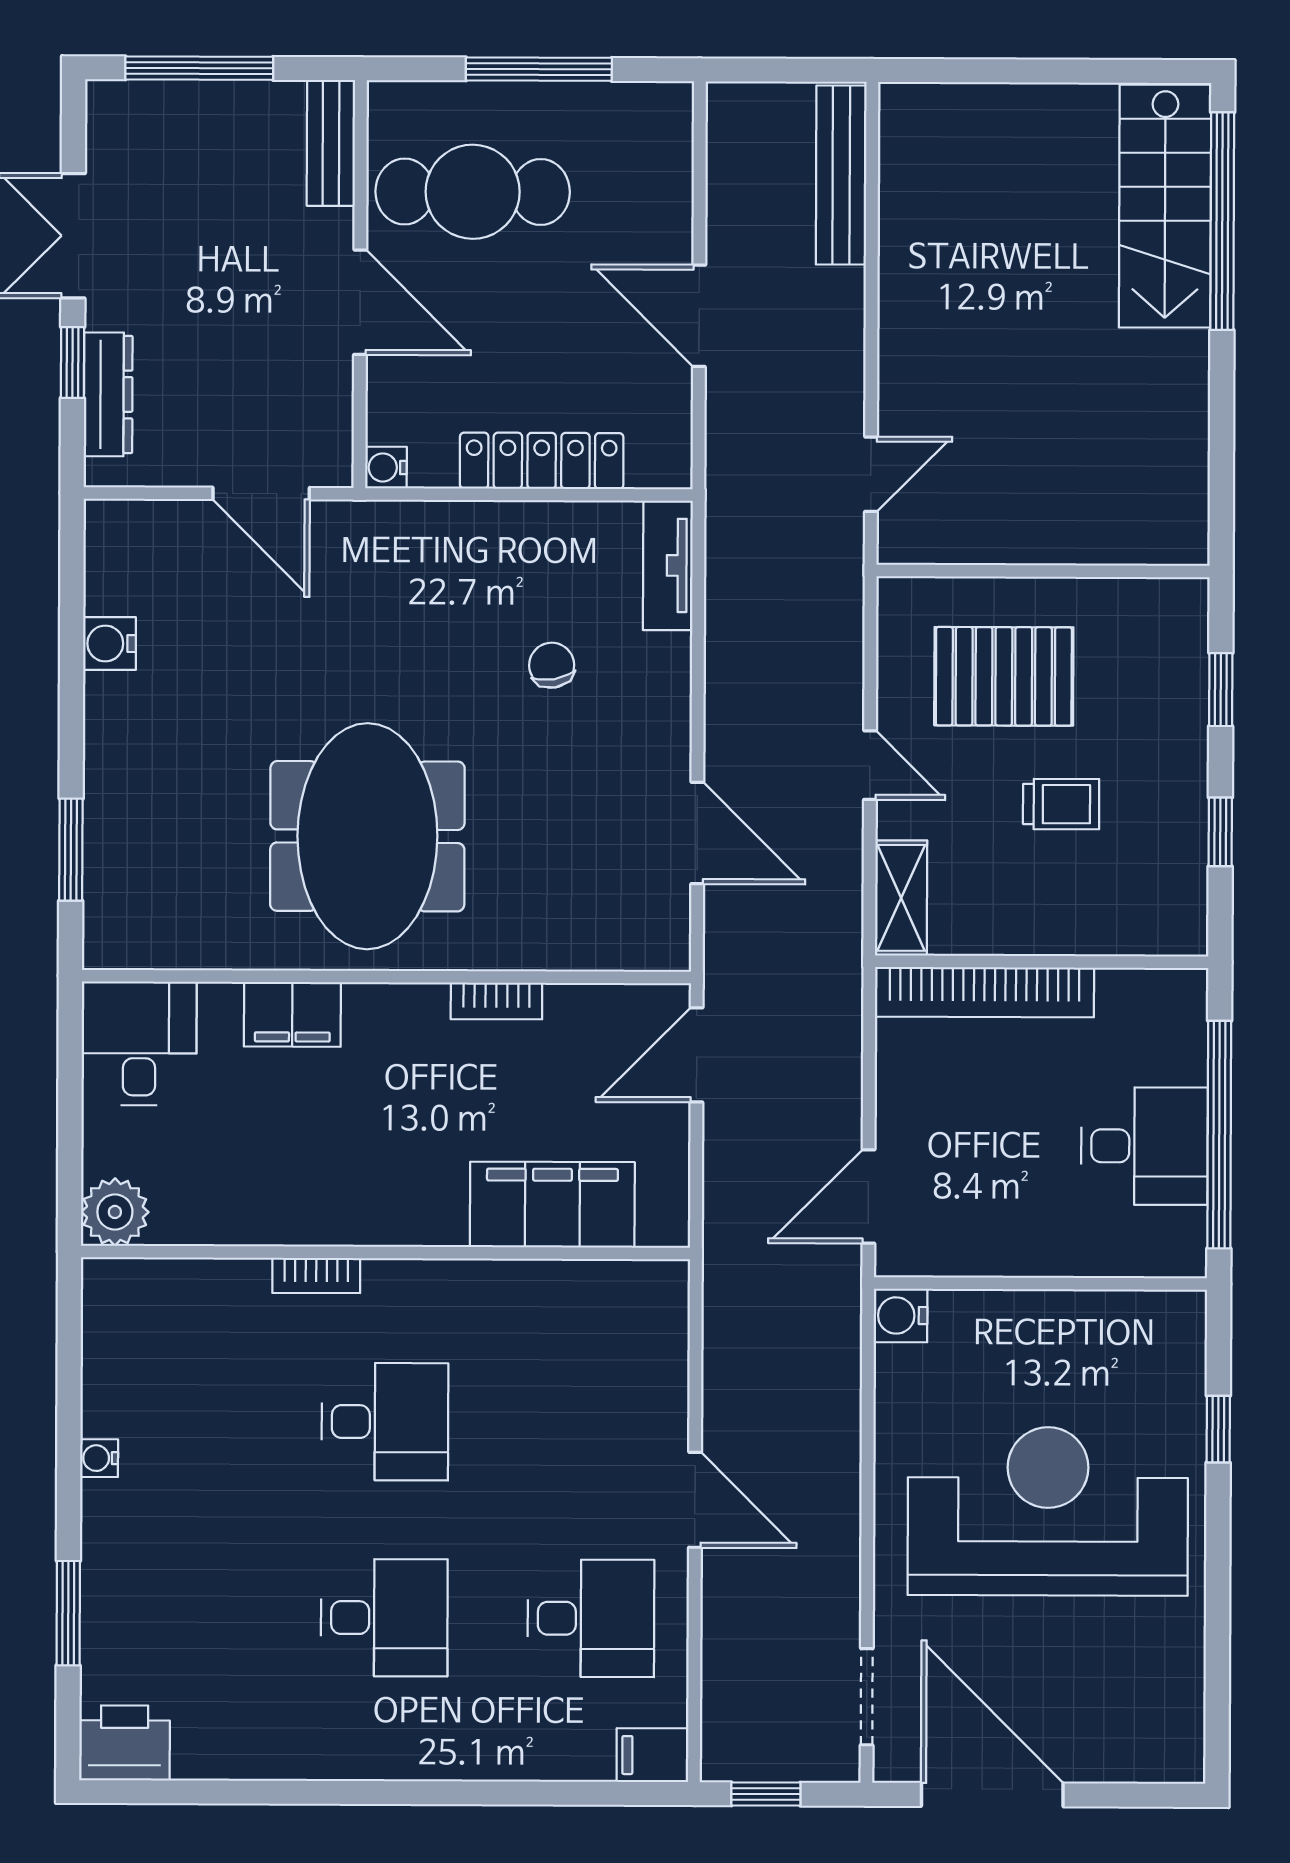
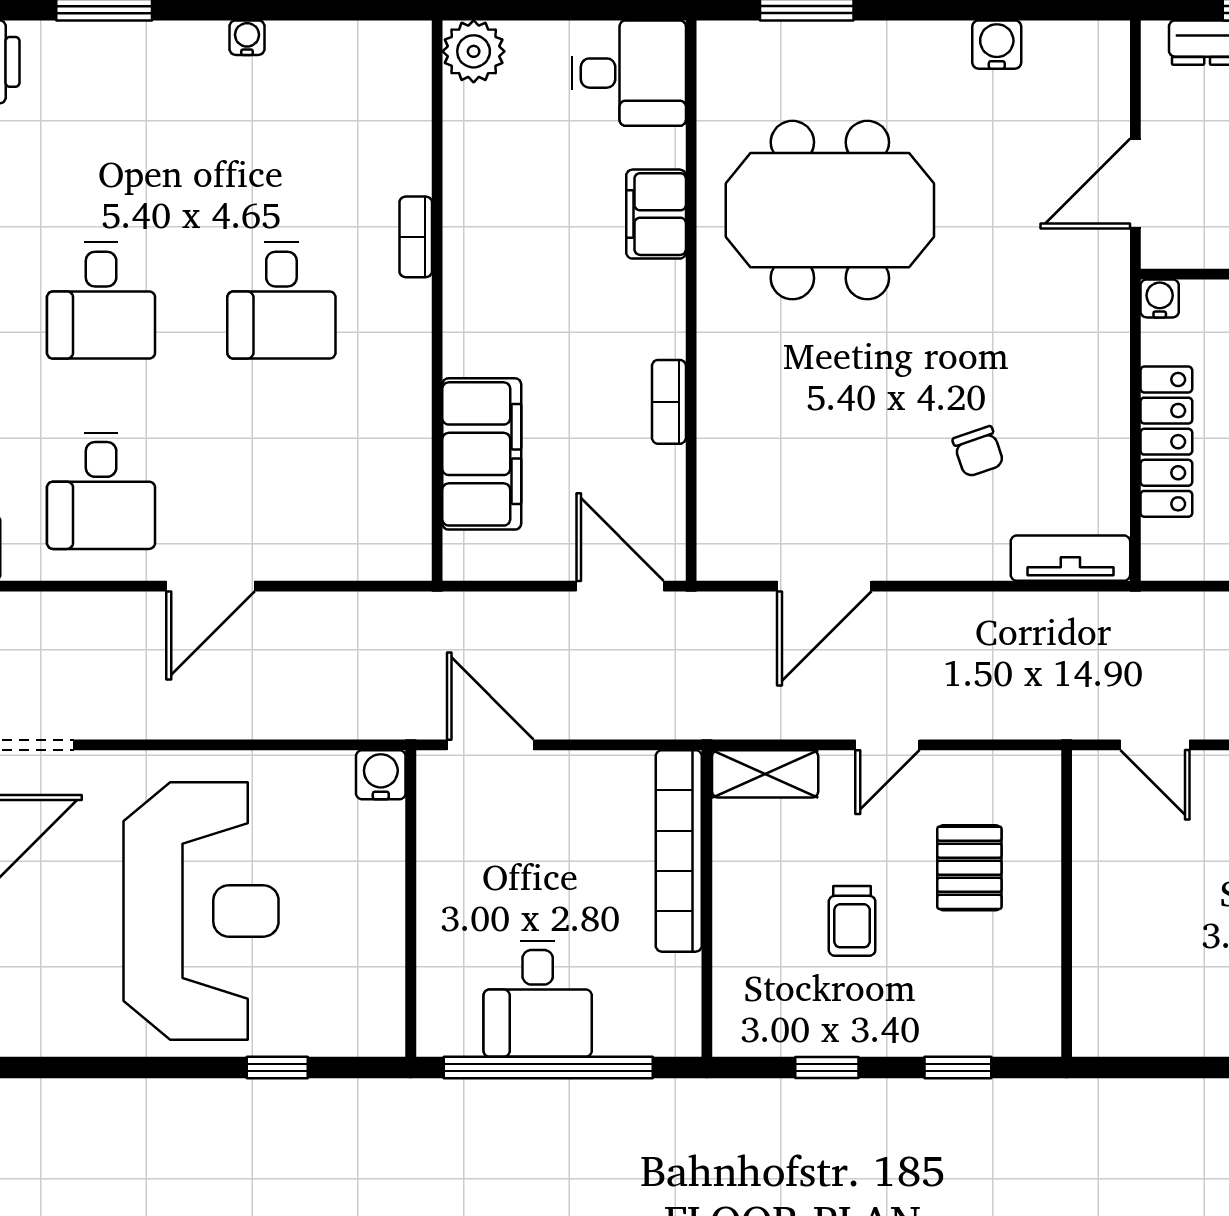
chair: (552, 665) -> (978, 452), turned 81
pallet: (1004, 676) -> (969, 868), width x0.67, depth x0.71
meeting table: (367, 836) -> (830, 210), moved

